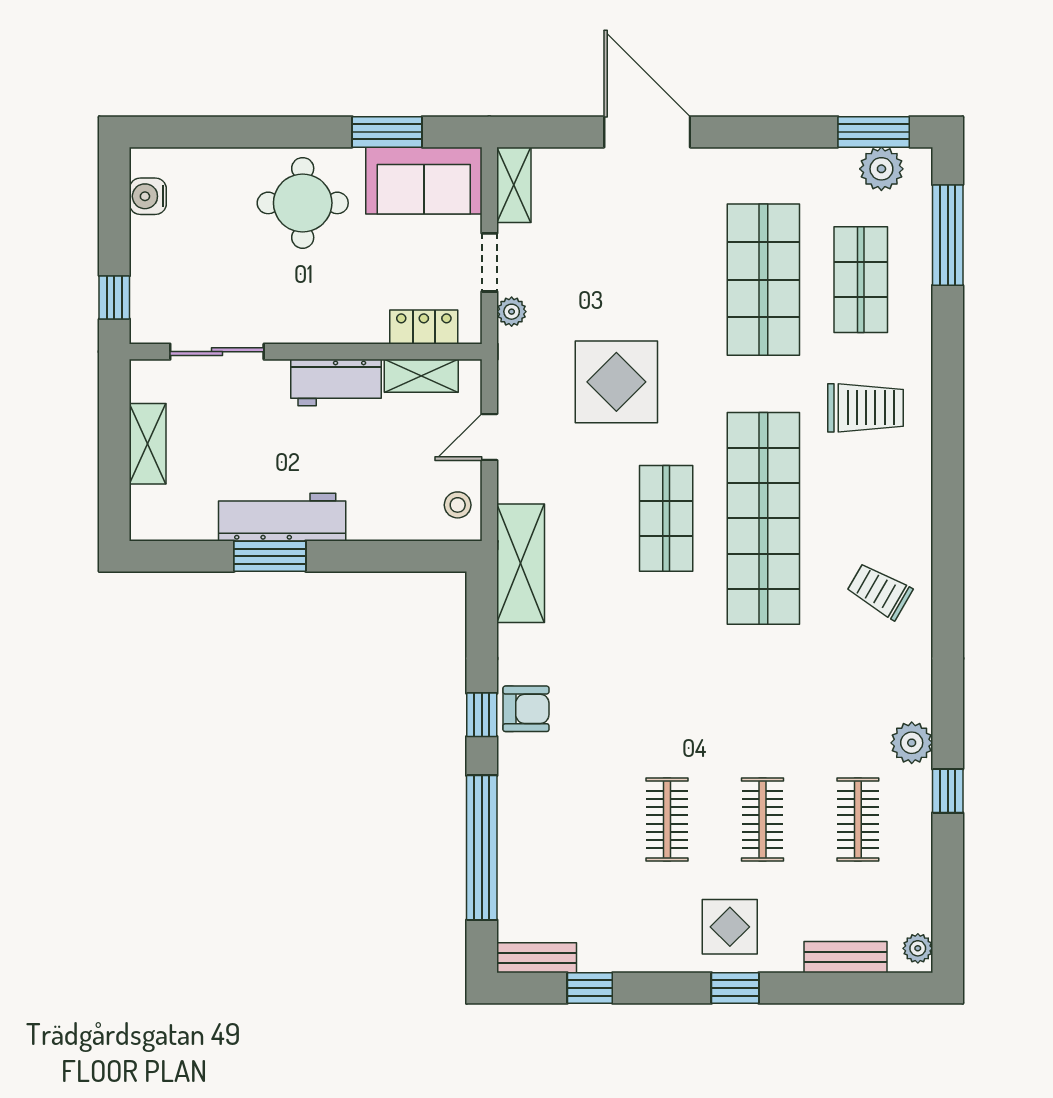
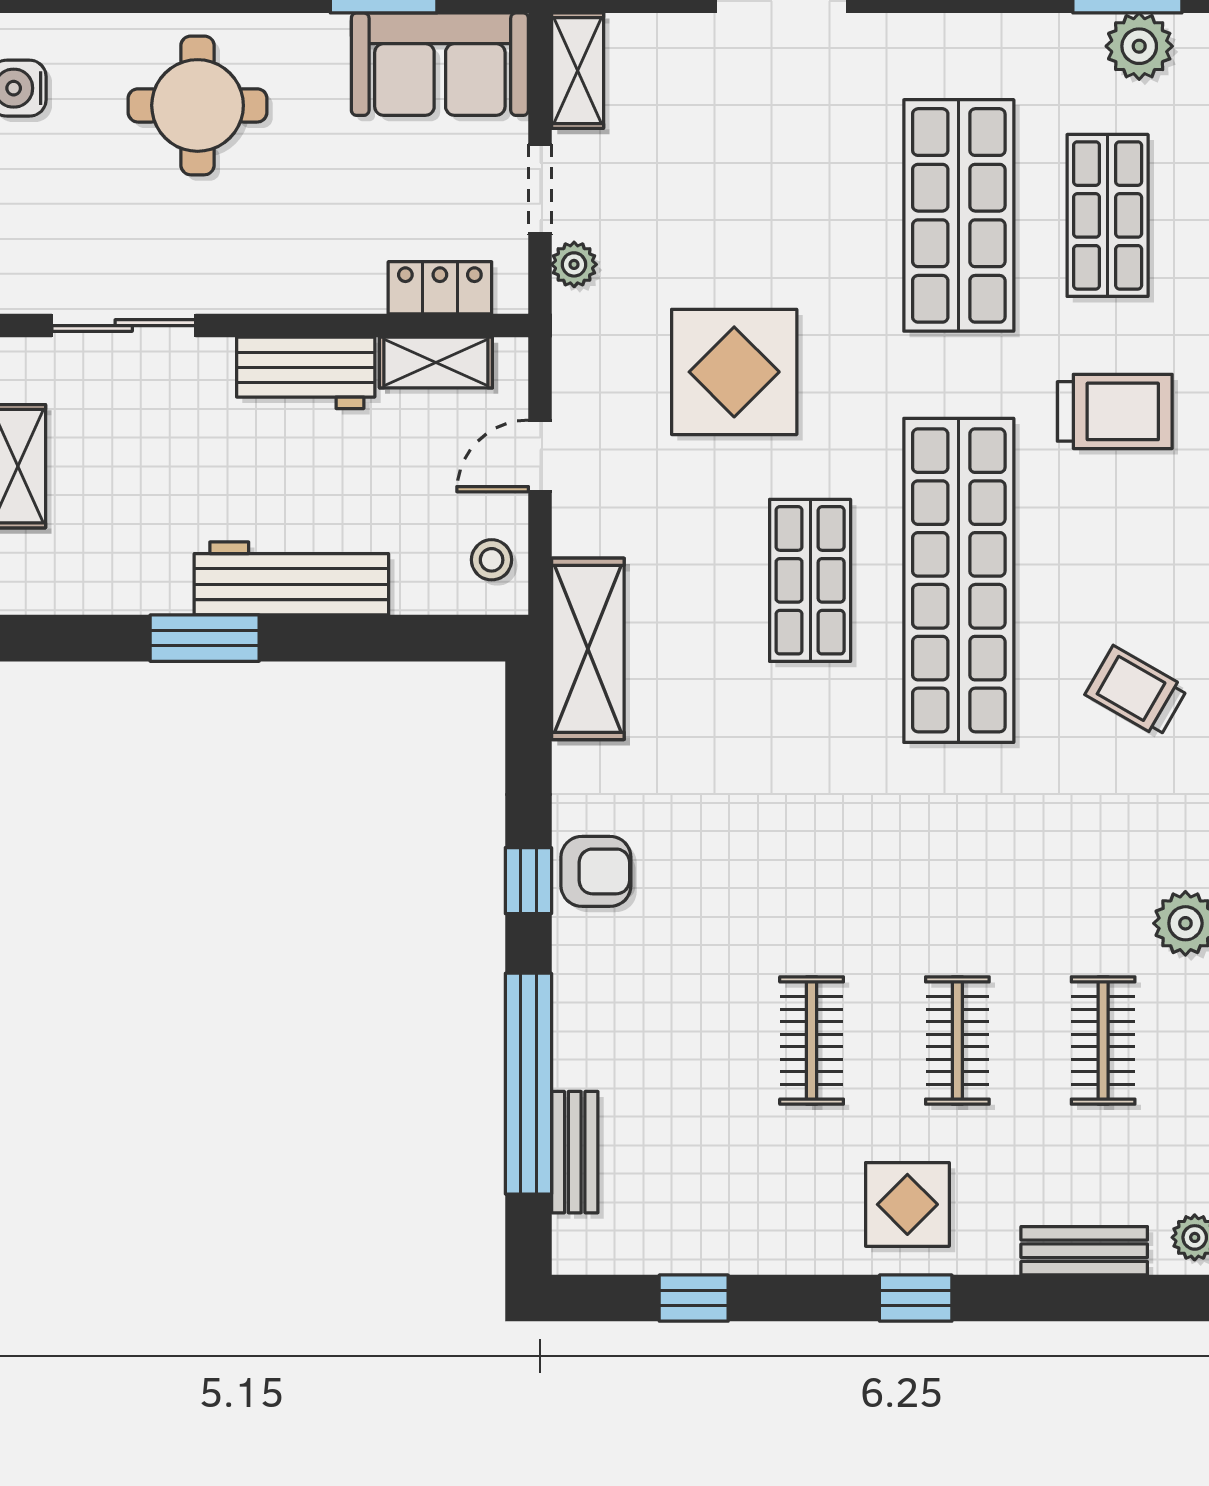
round table: (303, 203) -> (198, 105), moved
workbench: (282, 517) -> (291, 578), moved
bench: (537, 958) -> (575, 1152), moved, turned 90

